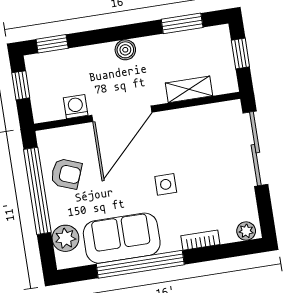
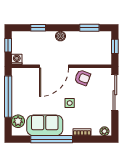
window: (52, 44) -> (38, 28), moved
shelving: (189, 89) -> (88, 60), removed
washing machine: (76, 107) -> (17, 59), moved
armchair: (66, 174) -> (82, 78), moved

